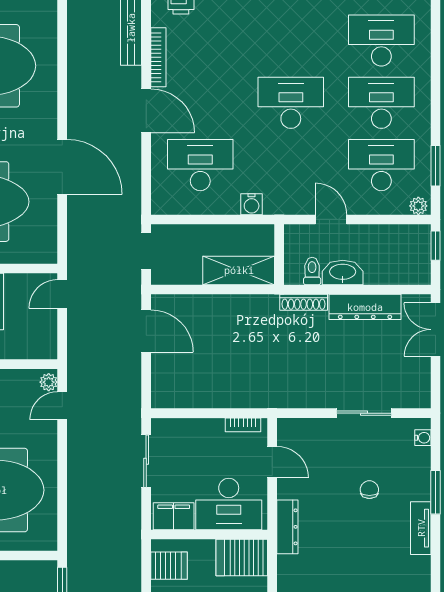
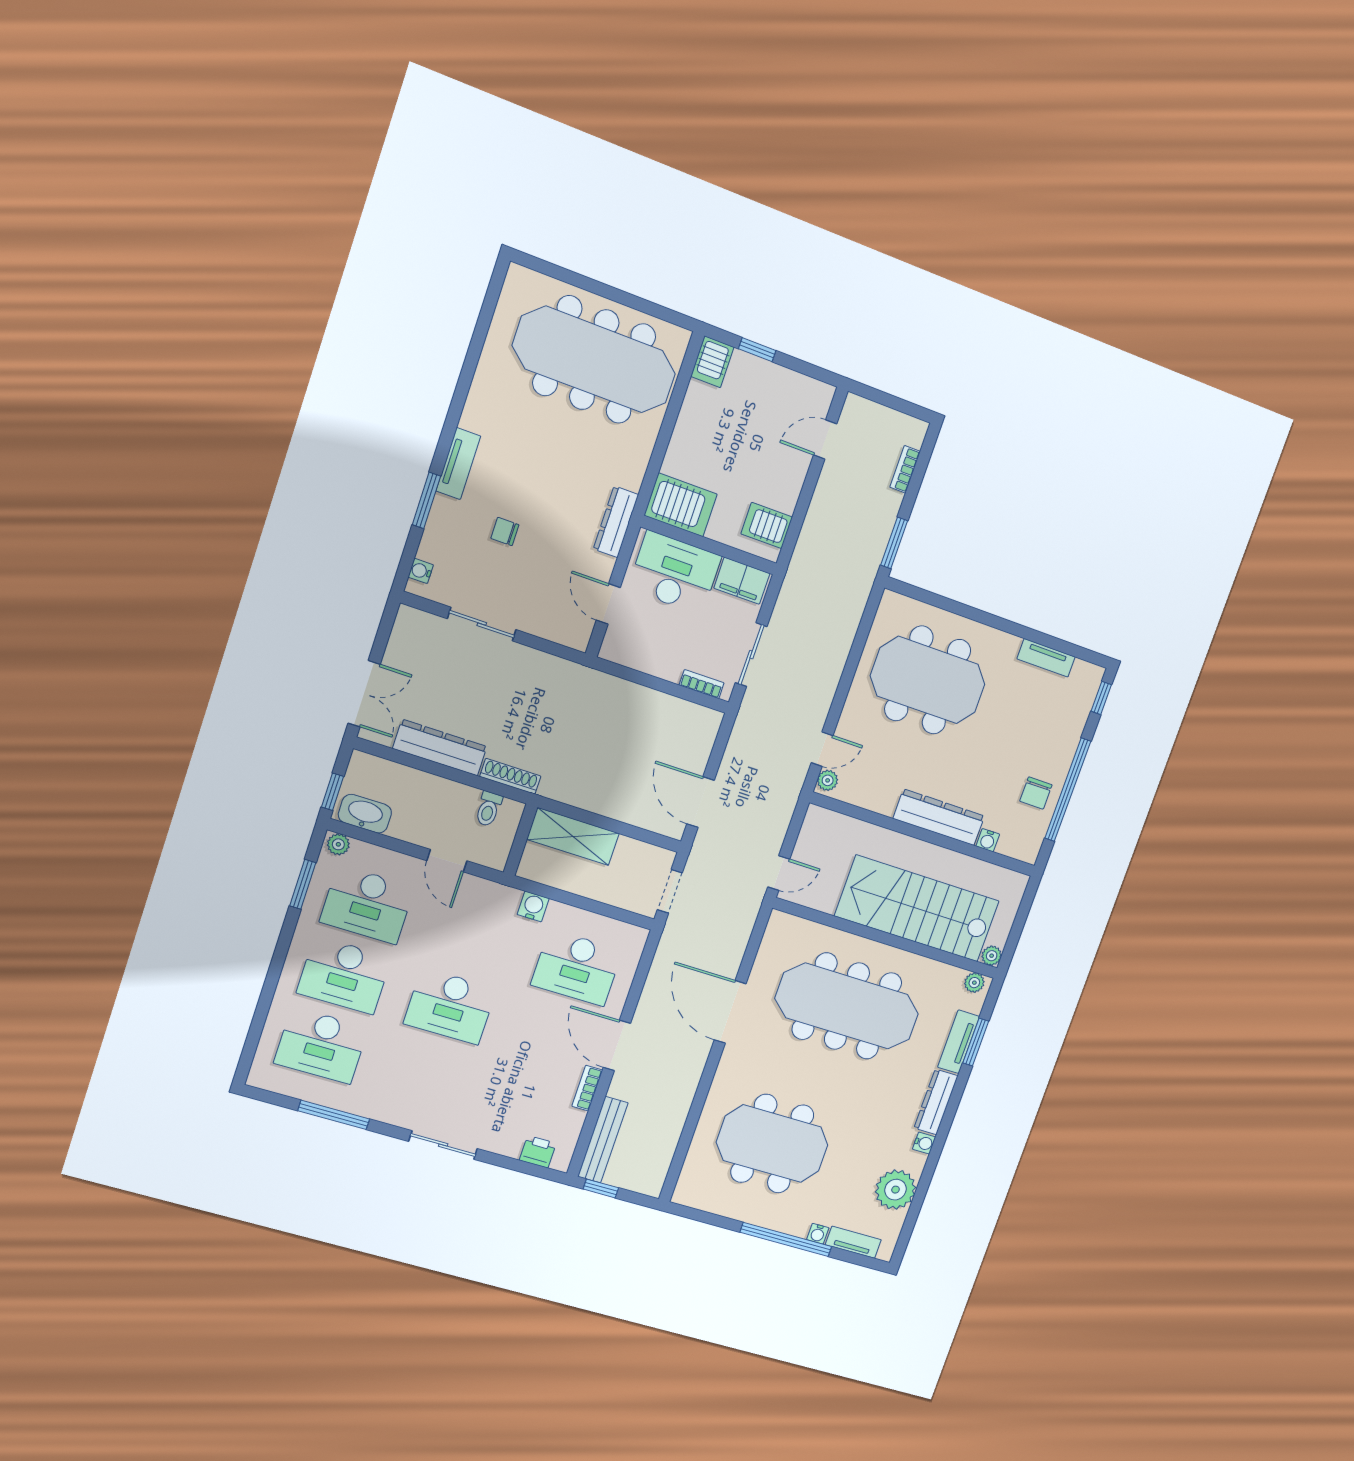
bookcase: (158, 57) -> (587, 1088), width x0.64
washbasin: (343, 272) -> (365, 814), moved, turned 180
bookcase: (243, 425) -> (702, 684), moved
chair: (369, 490) -> (505, 532), turned 90

